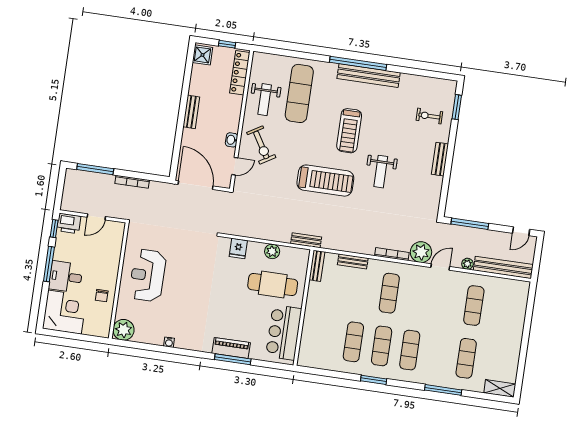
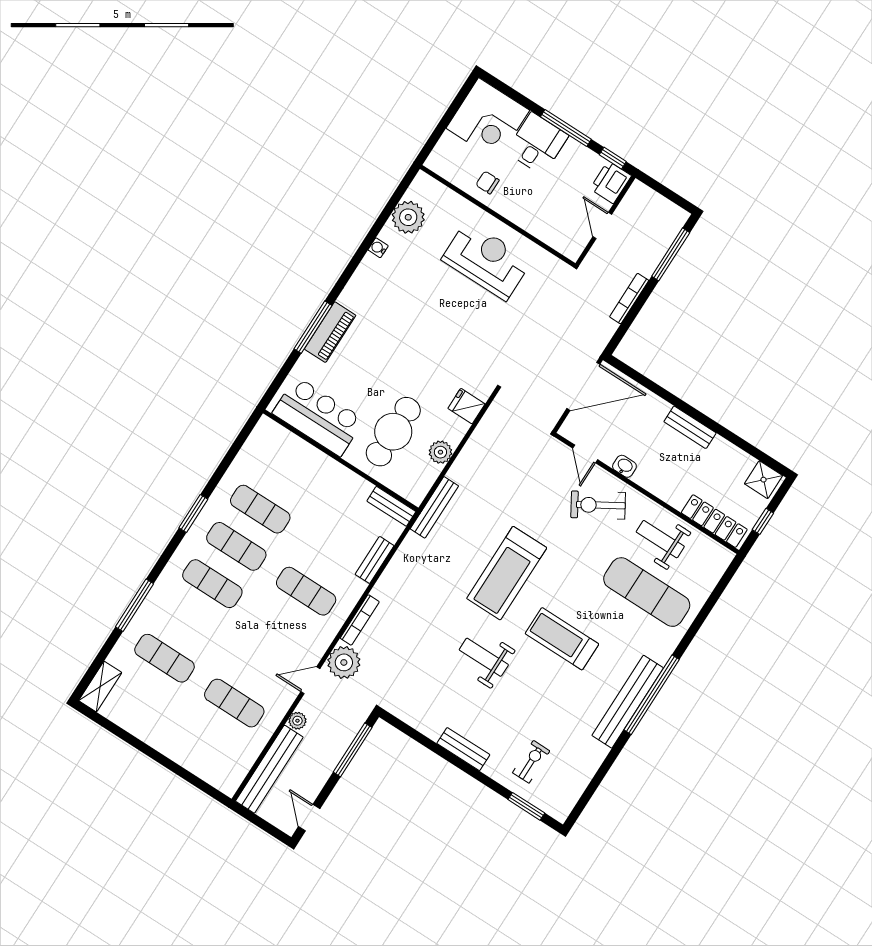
bench: (306, 240) -> (434, 507), width x1.36
door: (440, 267) -> (310, 680), swing flipped
plant: (123, 330) -> (408, 217), moved

